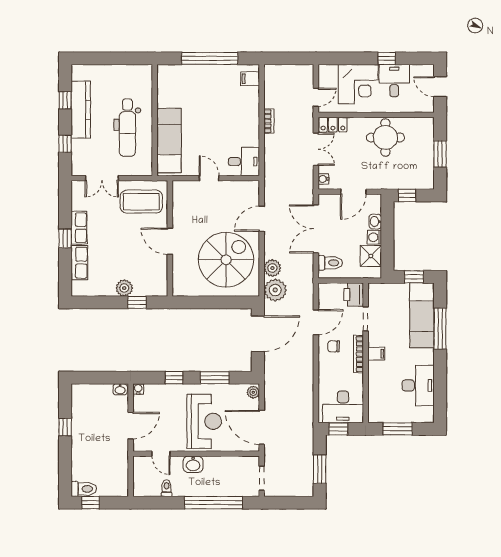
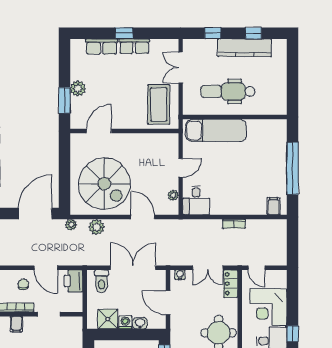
plant: (238, 186) -> (173, 195), added
door: (170, 241) -> (99, 131), moved
plant: (275, 290) -> (71, 225), width x0.53, depth x0.53
printer: (354, 295) -> (74, 281), moved, turned -90
window: (137, 302) -> (64, 100), width x1.50
door: (258, 334) -> (35, 213), swing flipped

